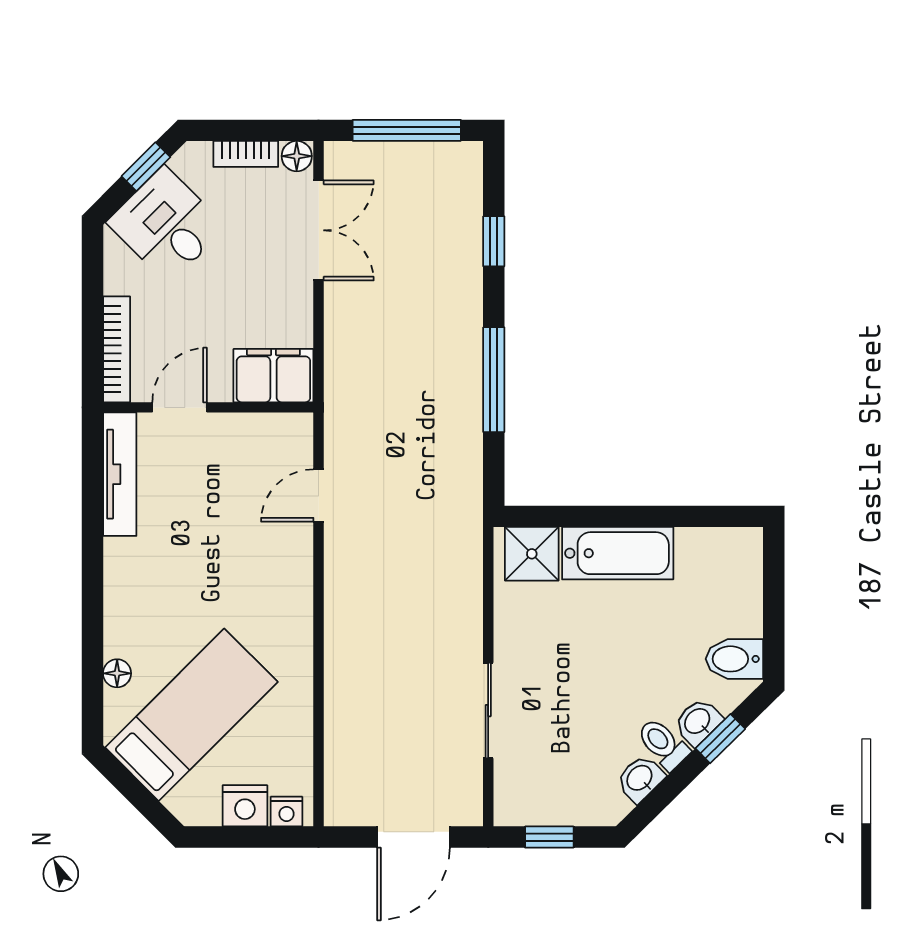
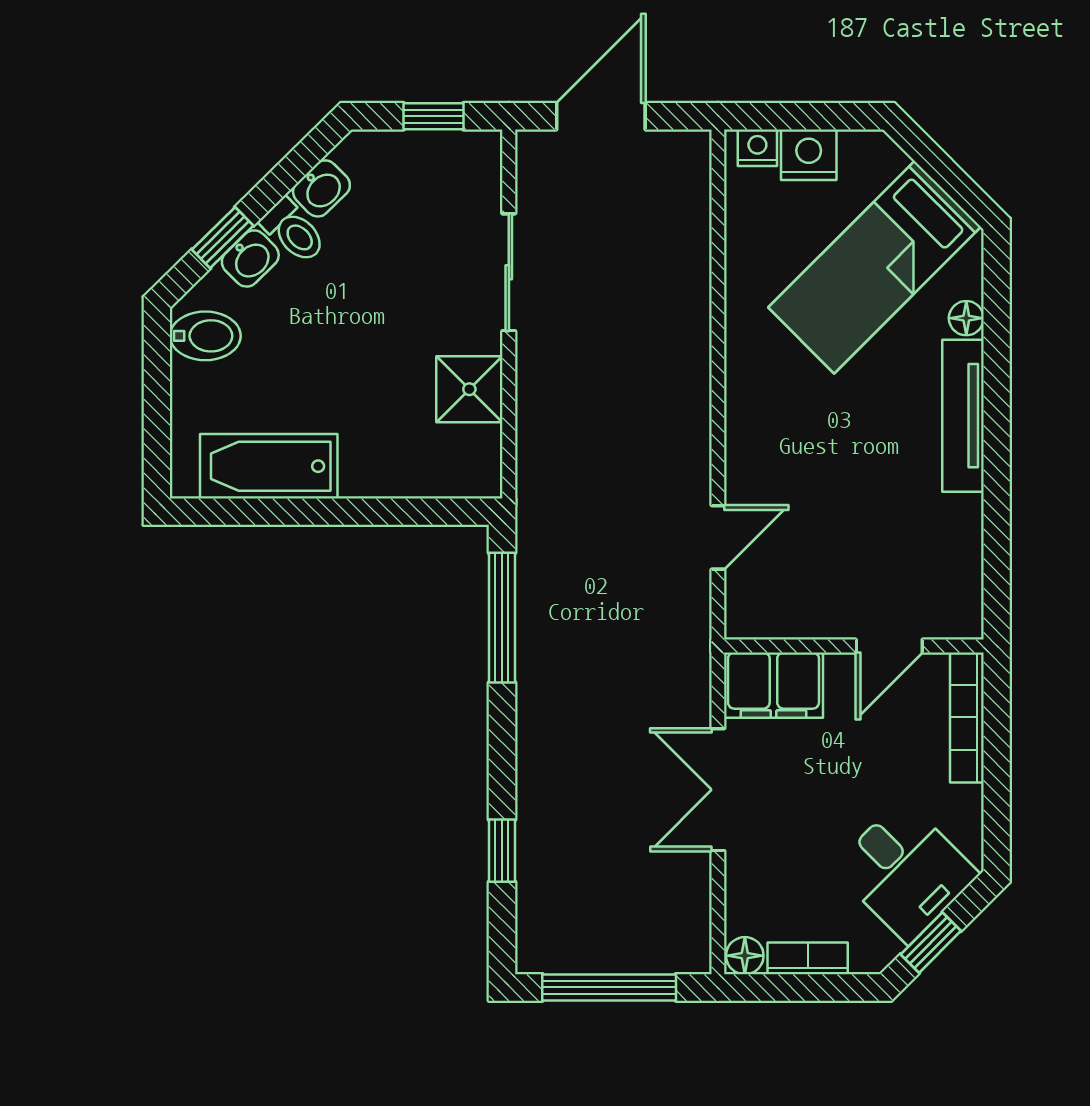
double door: (319, 230) -> (718, 790), moved
window: (494, 380) -> (502, 618), moved
tv unit: (120, 474) -> (963, 416), moved
bathtub: (618, 553) -> (269, 466), moved
shower: (532, 554) -> (469, 389), moved

